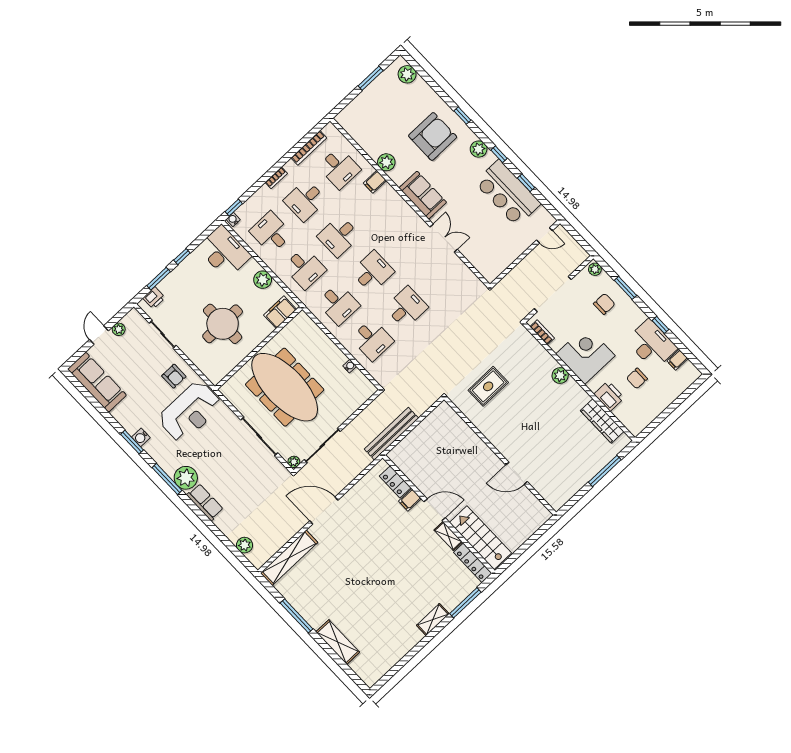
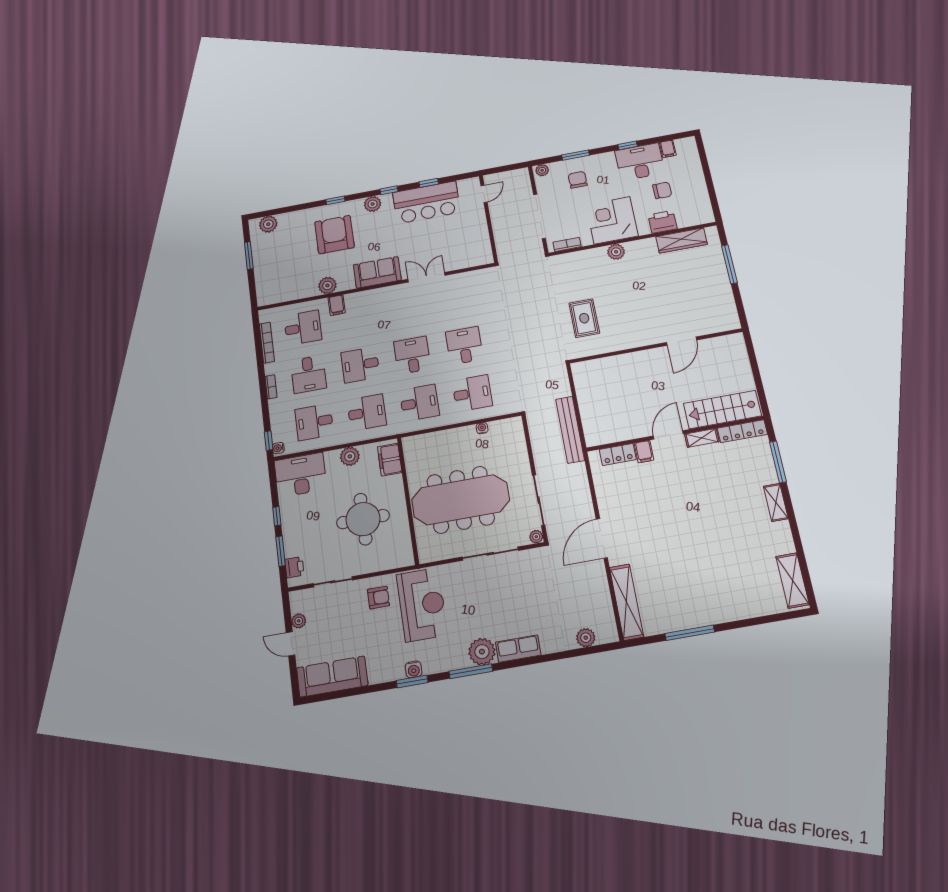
desk: (339, 236) -> (360, 365), turned 90
chair: (637, 378) -> (662, 190), turned -90
shelving: (338, 642) -> (792, 580), moved, turned 90

